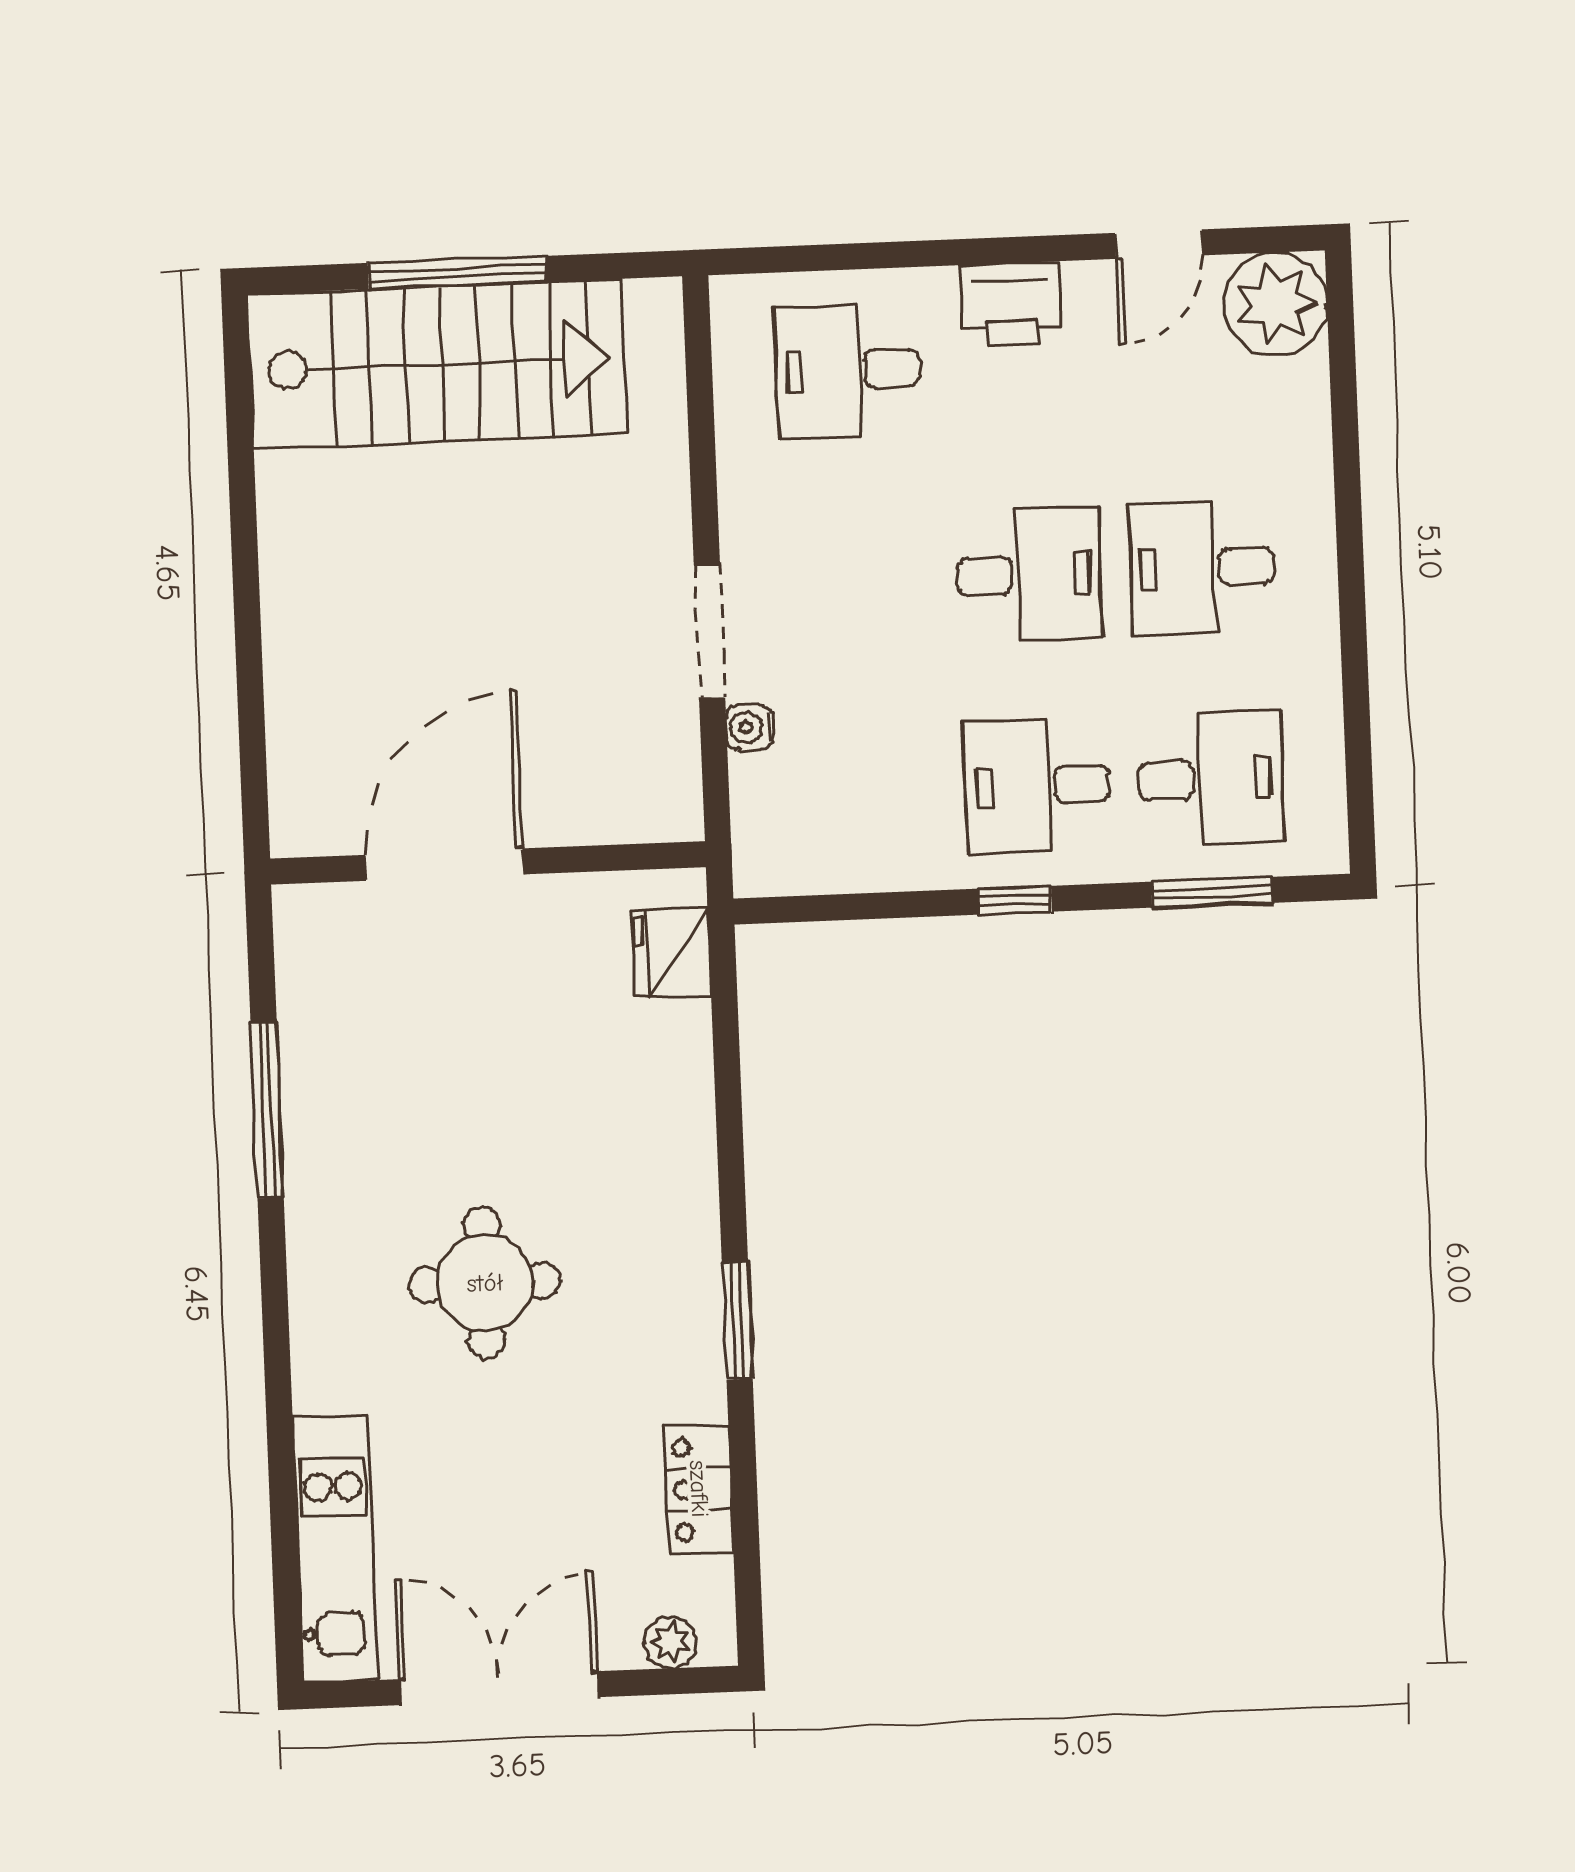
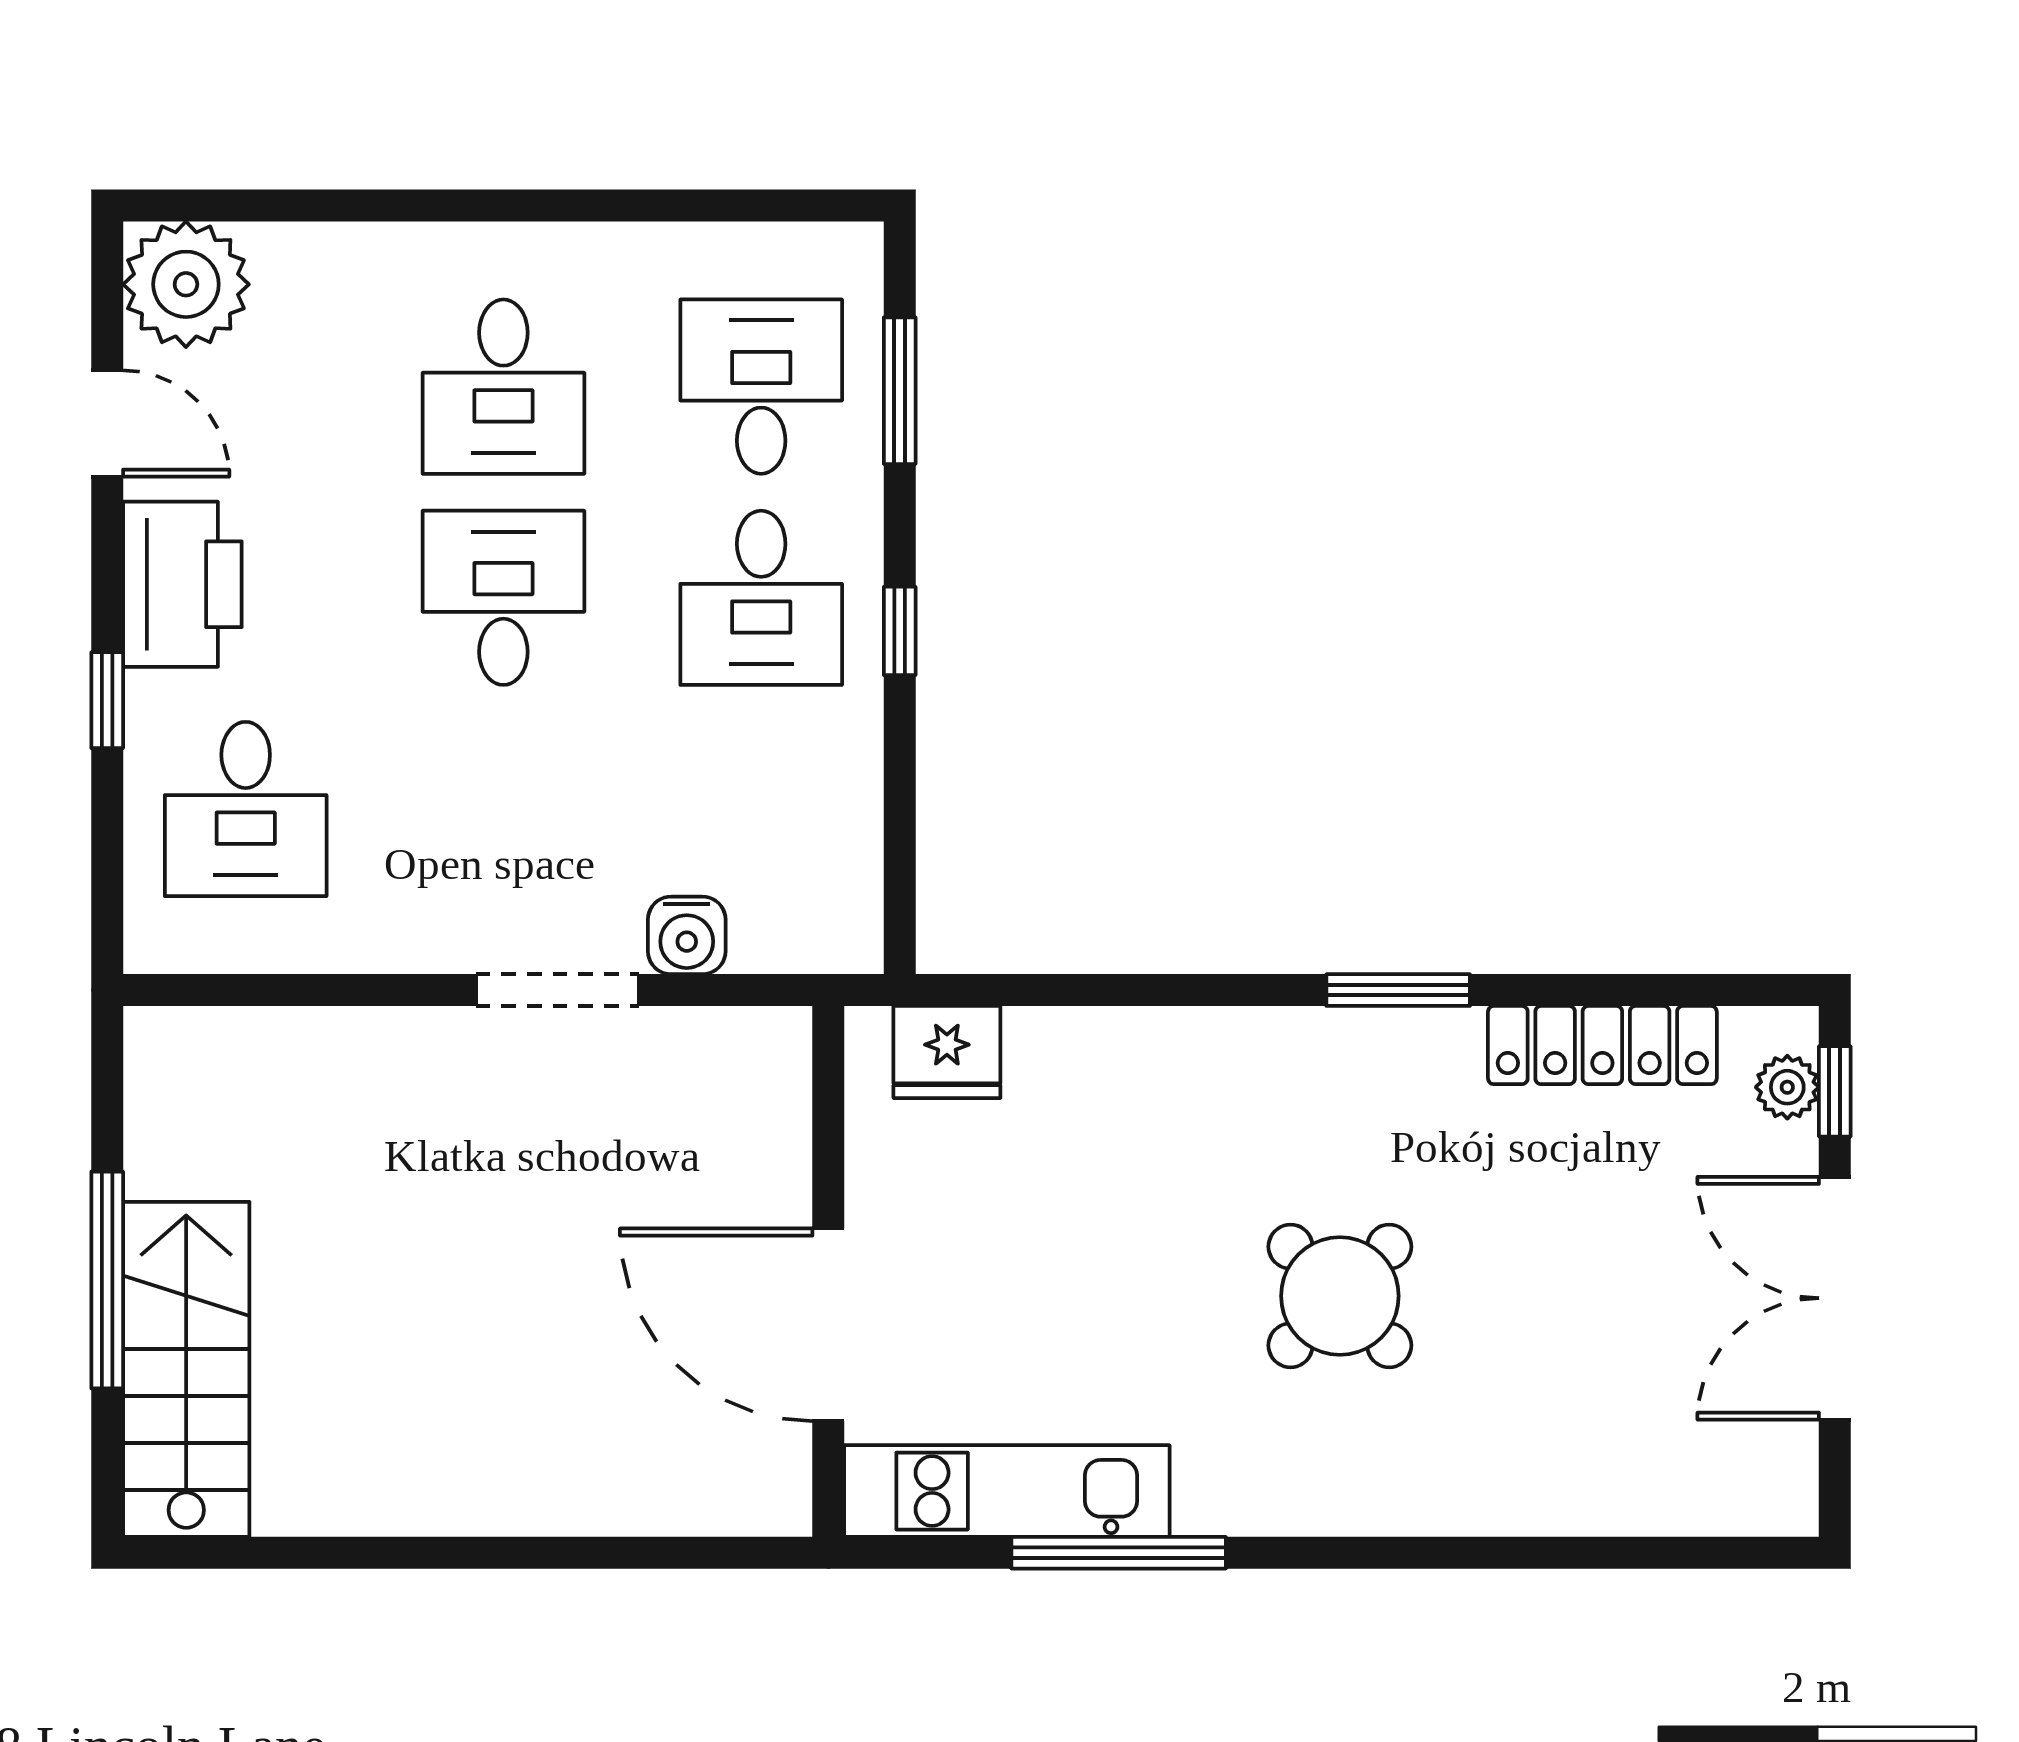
window: (932, 253) -> (107, 700), added
printer: (1011, 304) -> (182, 584), width x1.37, depth x1.19
stairs: (438, 364) -> (186, 1369), width x0.73, depth x0.66
water cooler: (749, 727) -> (687, 935), width x1.38, depth x1.38
round table: (485, 1283) -> (1340, 1296), turned 45
locker: (699, 1489) -> (1602, 1045), width x1.53
kitchen unit: (335, 1548) -> (1007, 1491), moved
window: (669, 1681) -> (1835, 1091), added

